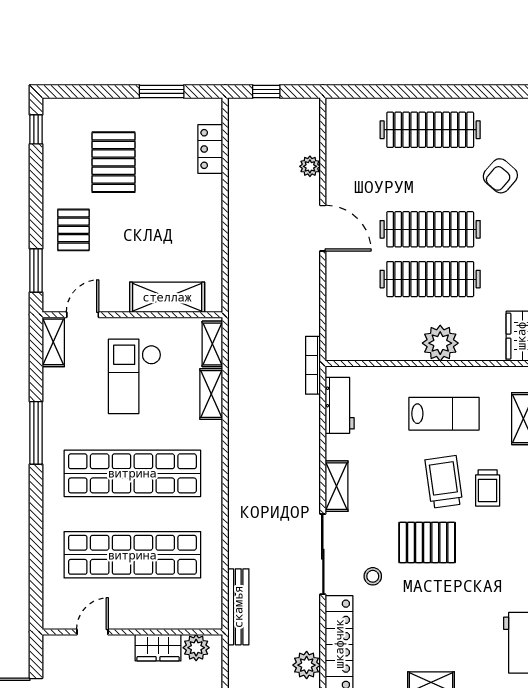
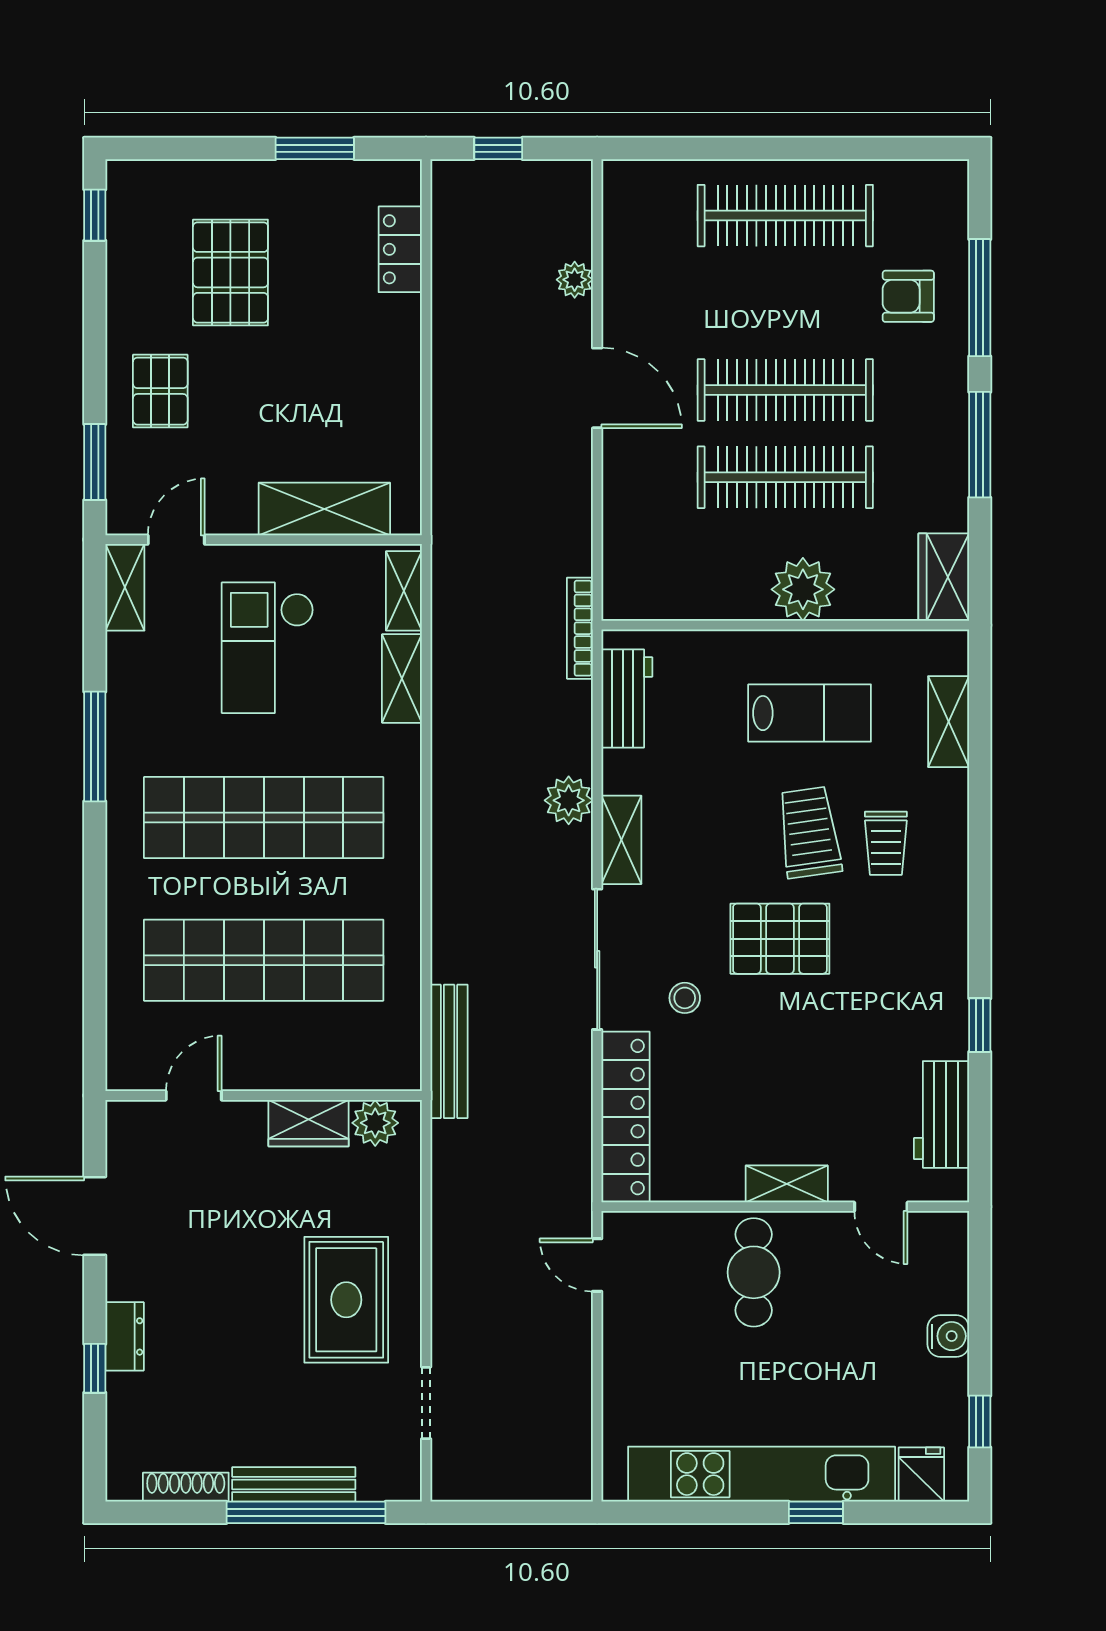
armchair: (500, 176) -> (908, 296), turned 49
plant: (307, 665) -> (569, 800), moved

